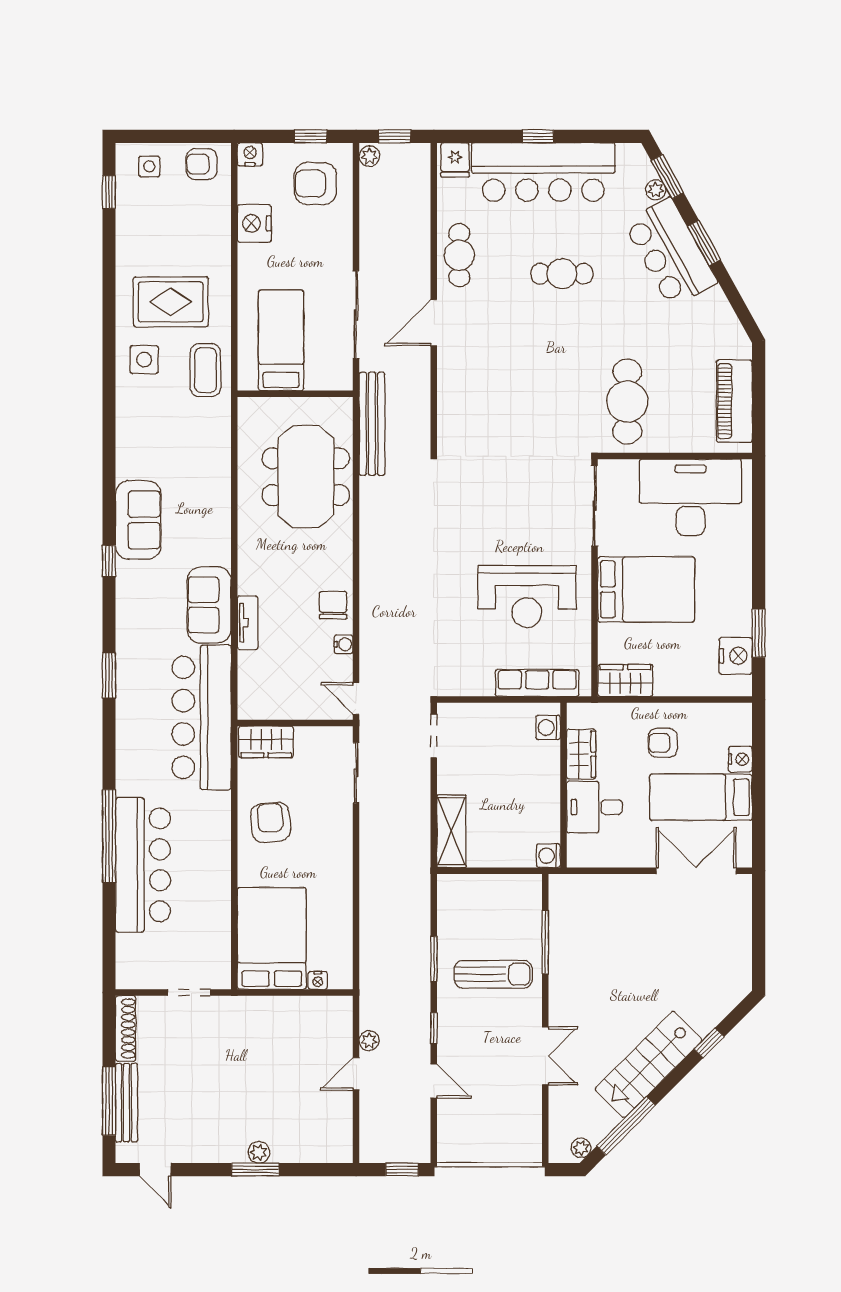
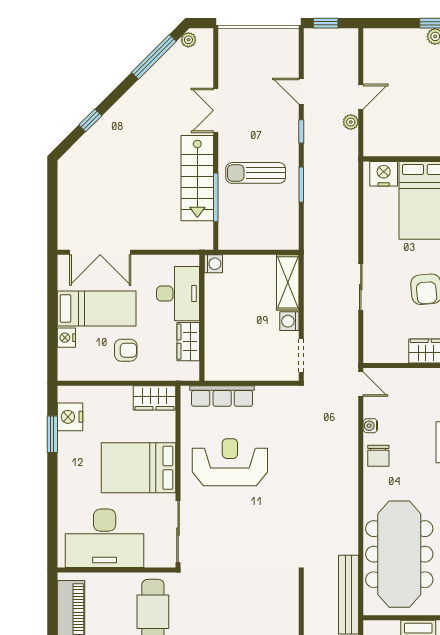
meeting table: (306, 477) -> (399, 554), width x1.36
washing machine: (548, 727) -> (289, 321), moved, turned 180
sliding door: (356, 773) -> (361, 287), moved
desk: (594, 807) -> (178, 294), width x1.37
nightstand: (318, 980) -> (384, 174), width x1.89, depth x1.79
stairs: (649, 1064) -> (197, 178), moved, turned 135

